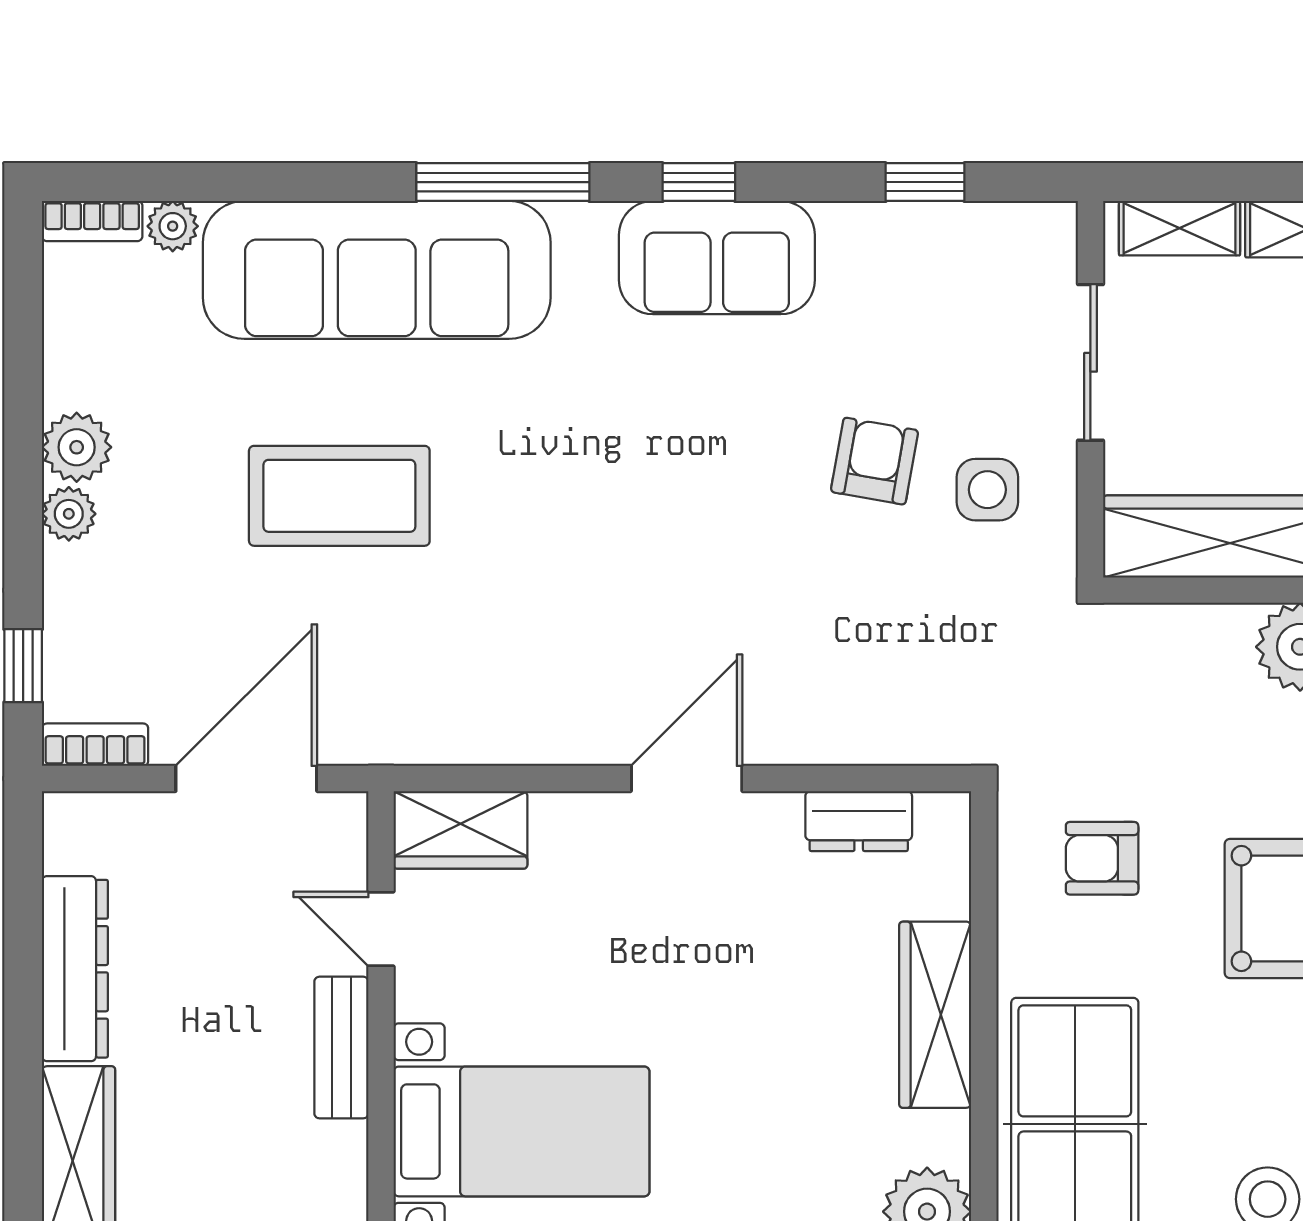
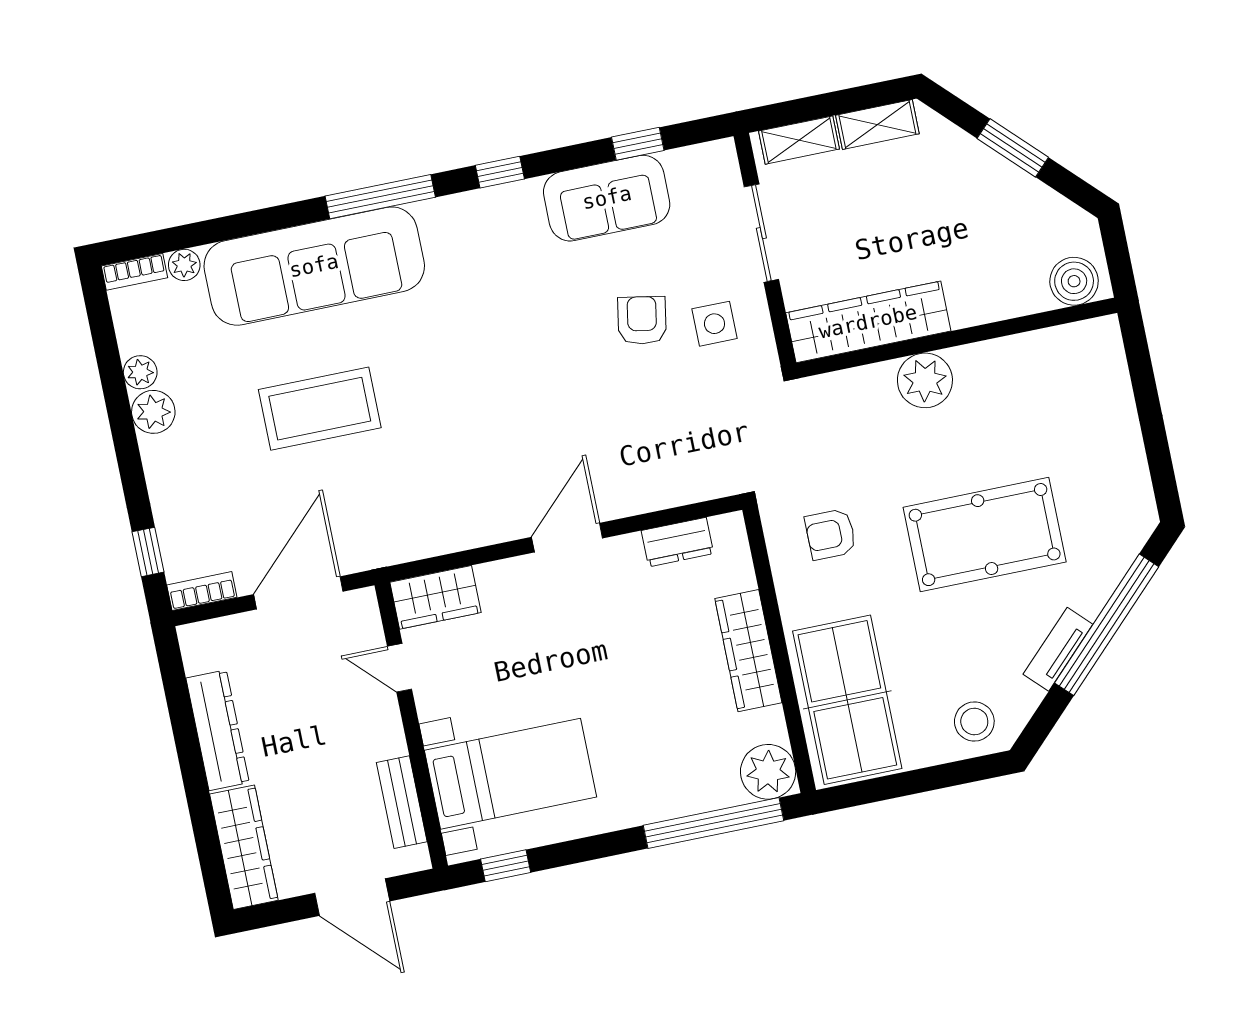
sofa: (717, 258) -> (607, 198), moved
plant: (69, 514) -> (140, 372), moved
bench: (341, 1048) -> (402, 802), moved

